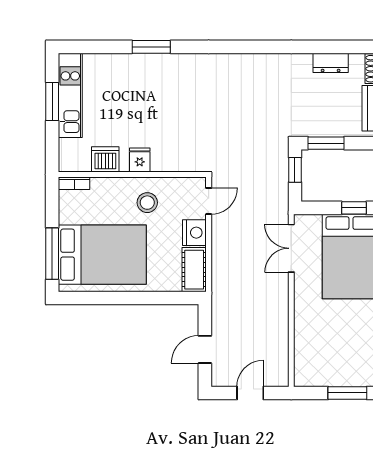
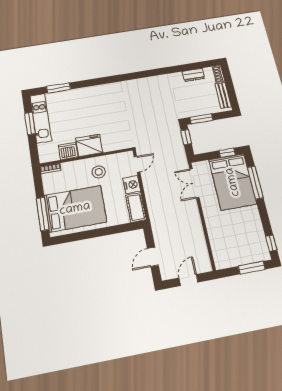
window: (151, 47) -> (59, 88), moved
fridge: (140, 160) -> (89, 145), width x1.88, depth x1.34

